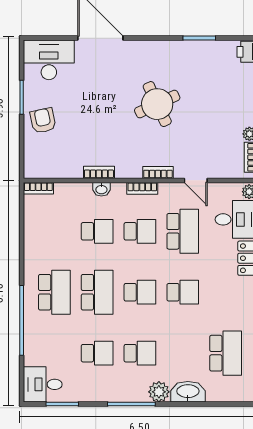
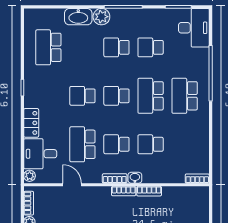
bookcase: (158, 172) -> (124, 191), moved
washbasin: (101, 189) -> (135, 178), moved
desk: (43, 384) -> (194, 28), width x1.37

